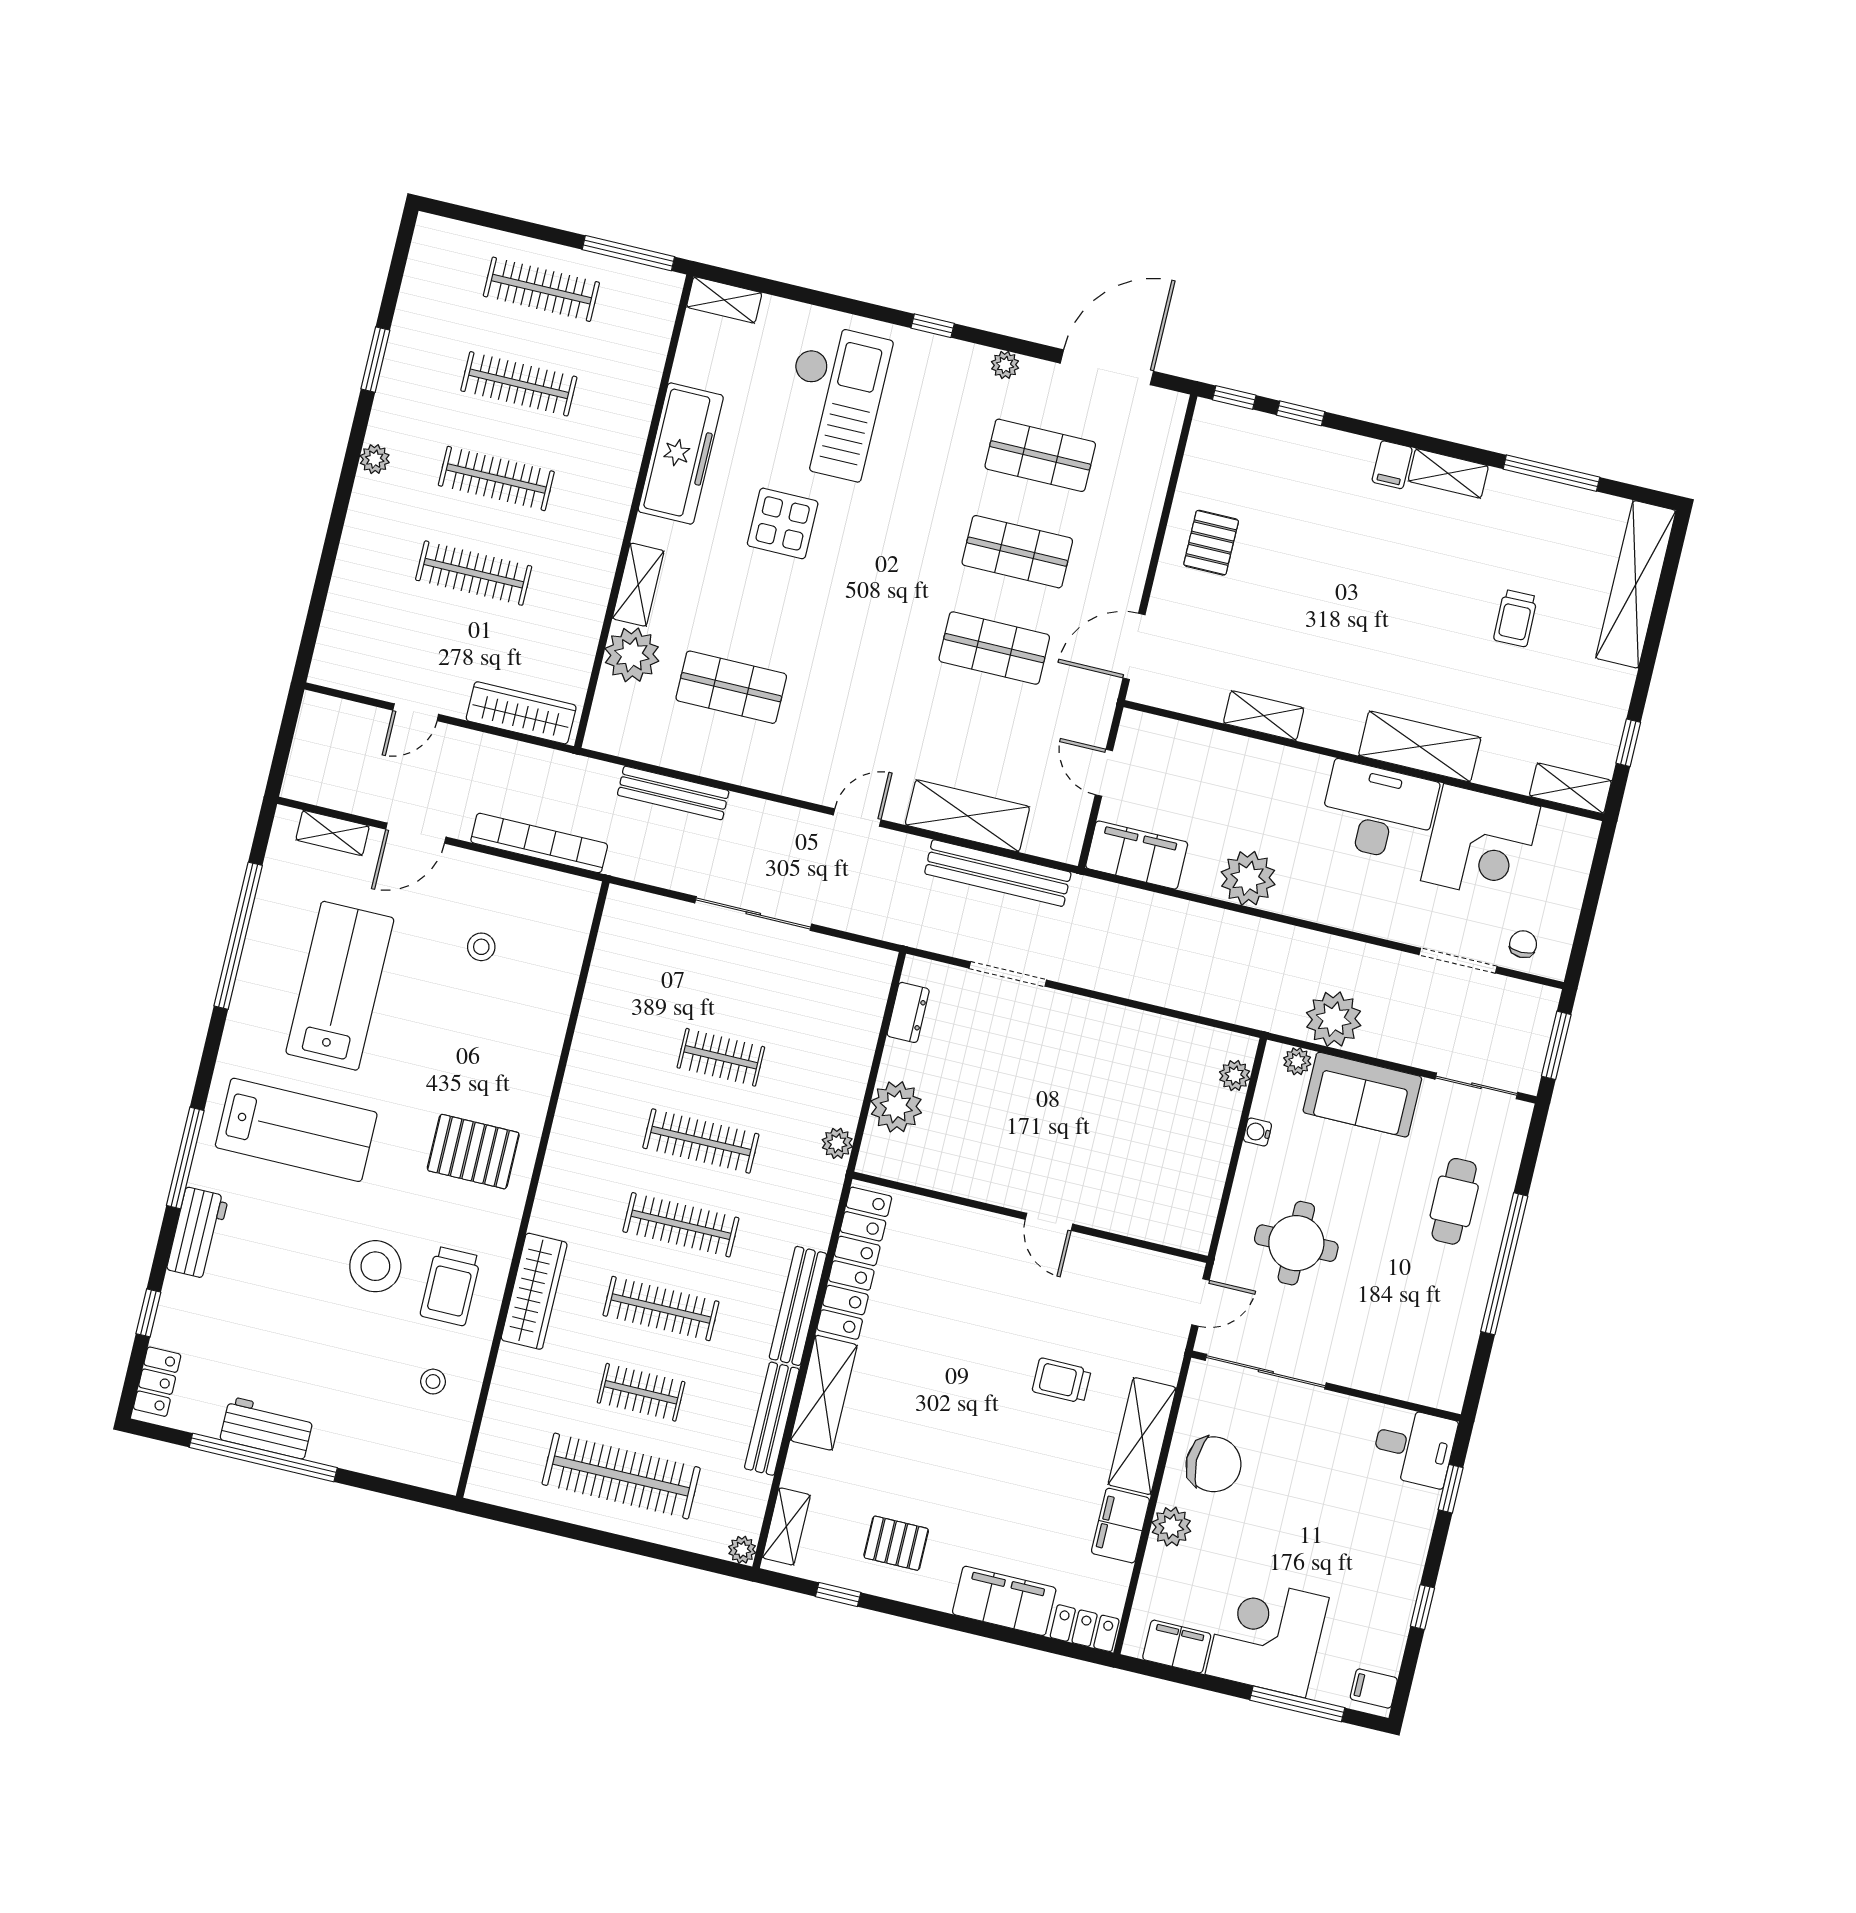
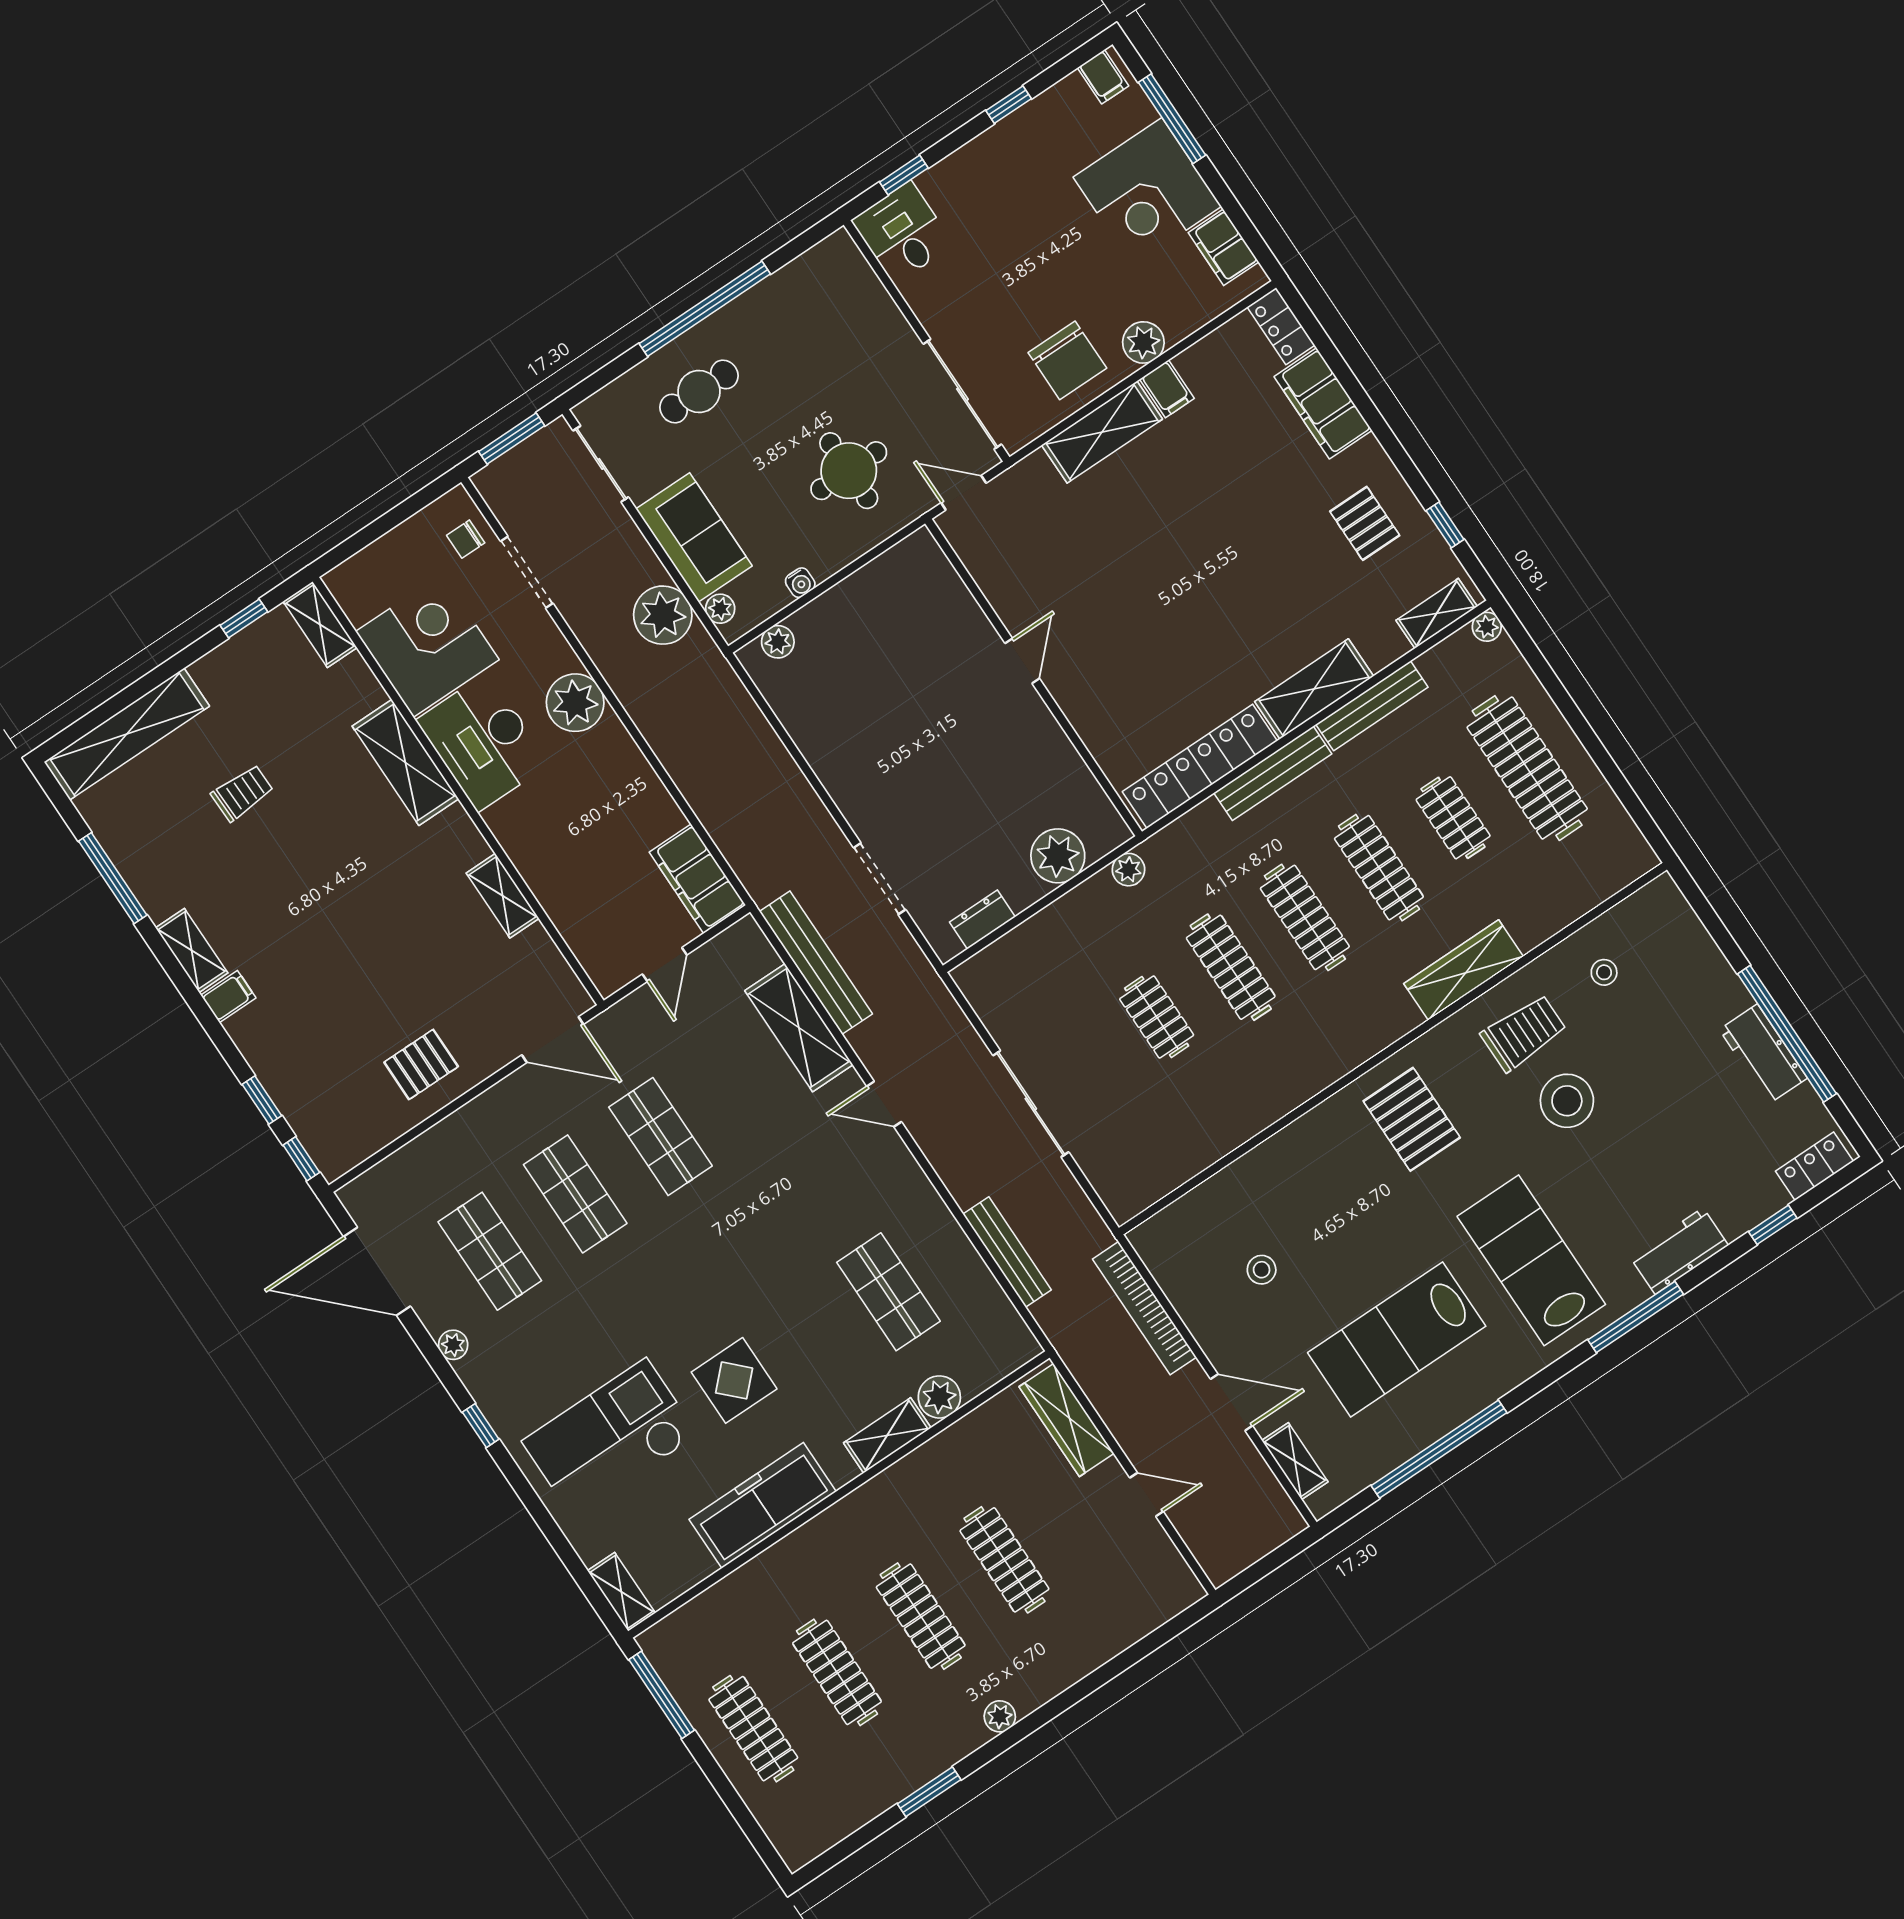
plant: (632, 655) -> (939, 1397), width x0.73, depth x0.73
plant: (1248, 878) -> (575, 703), moved
trolley: (1062, 1381) -> (1124, 531), removed
chair: (1214, 1464) -> (1067, 360), turned 180
filing cabinet: (1120, 1526) -> (1167, 389), width x0.50

